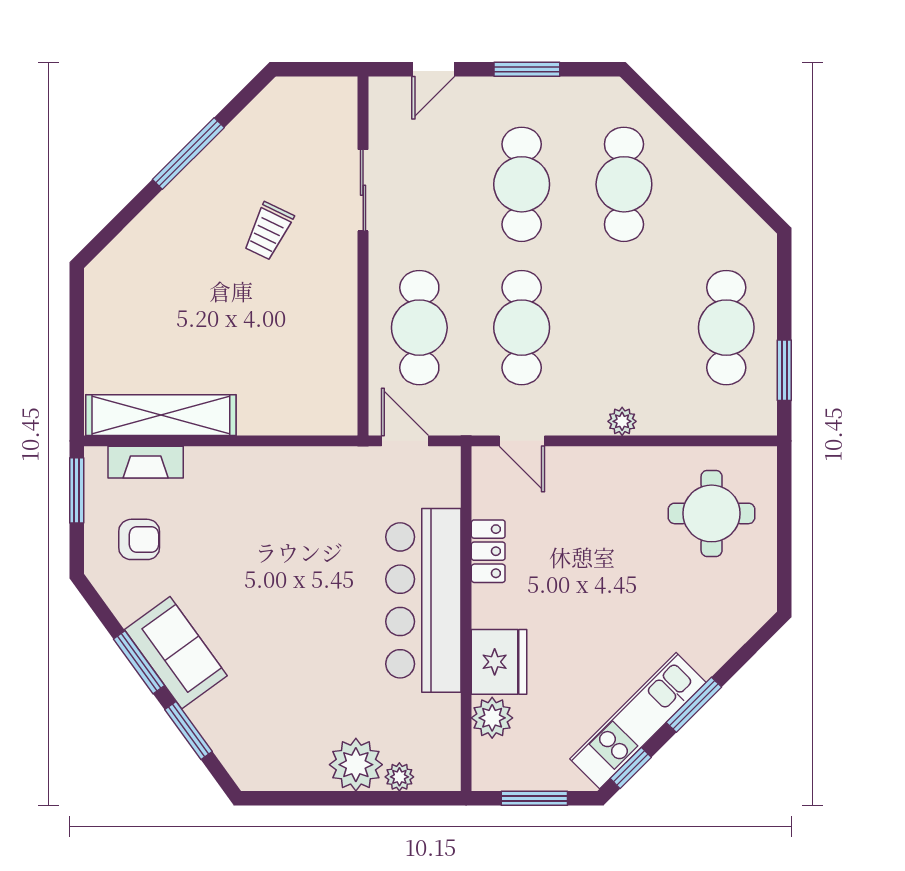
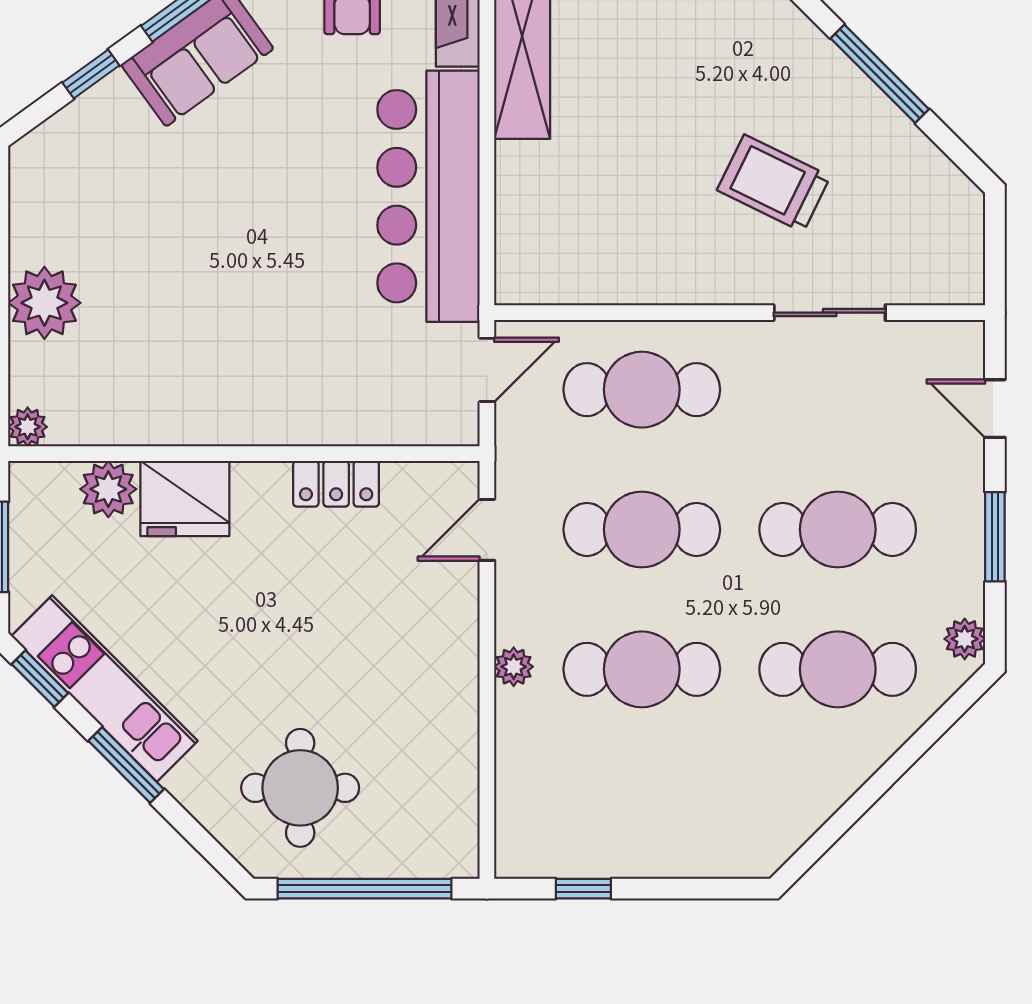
plant: (602, 91) -> (965, 639), added
trolley: (268, 231) -> (774, 183), width x1.36, depth x1.39
cafe table: (726, 328) -> (642, 669), moved
window: (784, 370) -> (583, 889), width x0.67
round table: (712, 513) -> (300, 788), moved
window: (784, 530) -> (364, 889), added
bar counter: (423, 600) -> (428, 196), moved, turned -90
window: (188, 730) -> (91, 74), width x0.67
plant: (399, 777) -> (28, 427), moved

